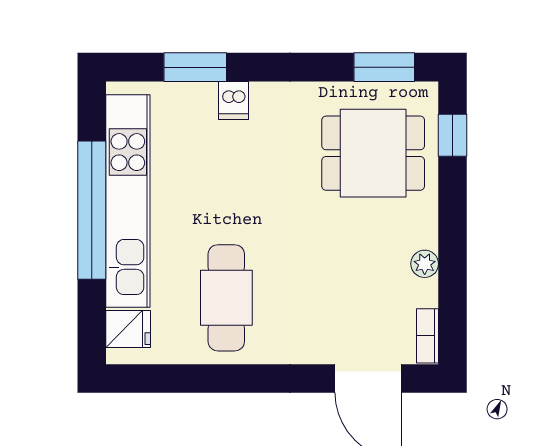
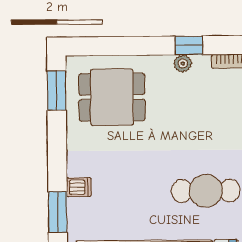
window: (453, 135) -> (189, 45), moved
dining table: (373, 153) -> (112, 97), turned 90

